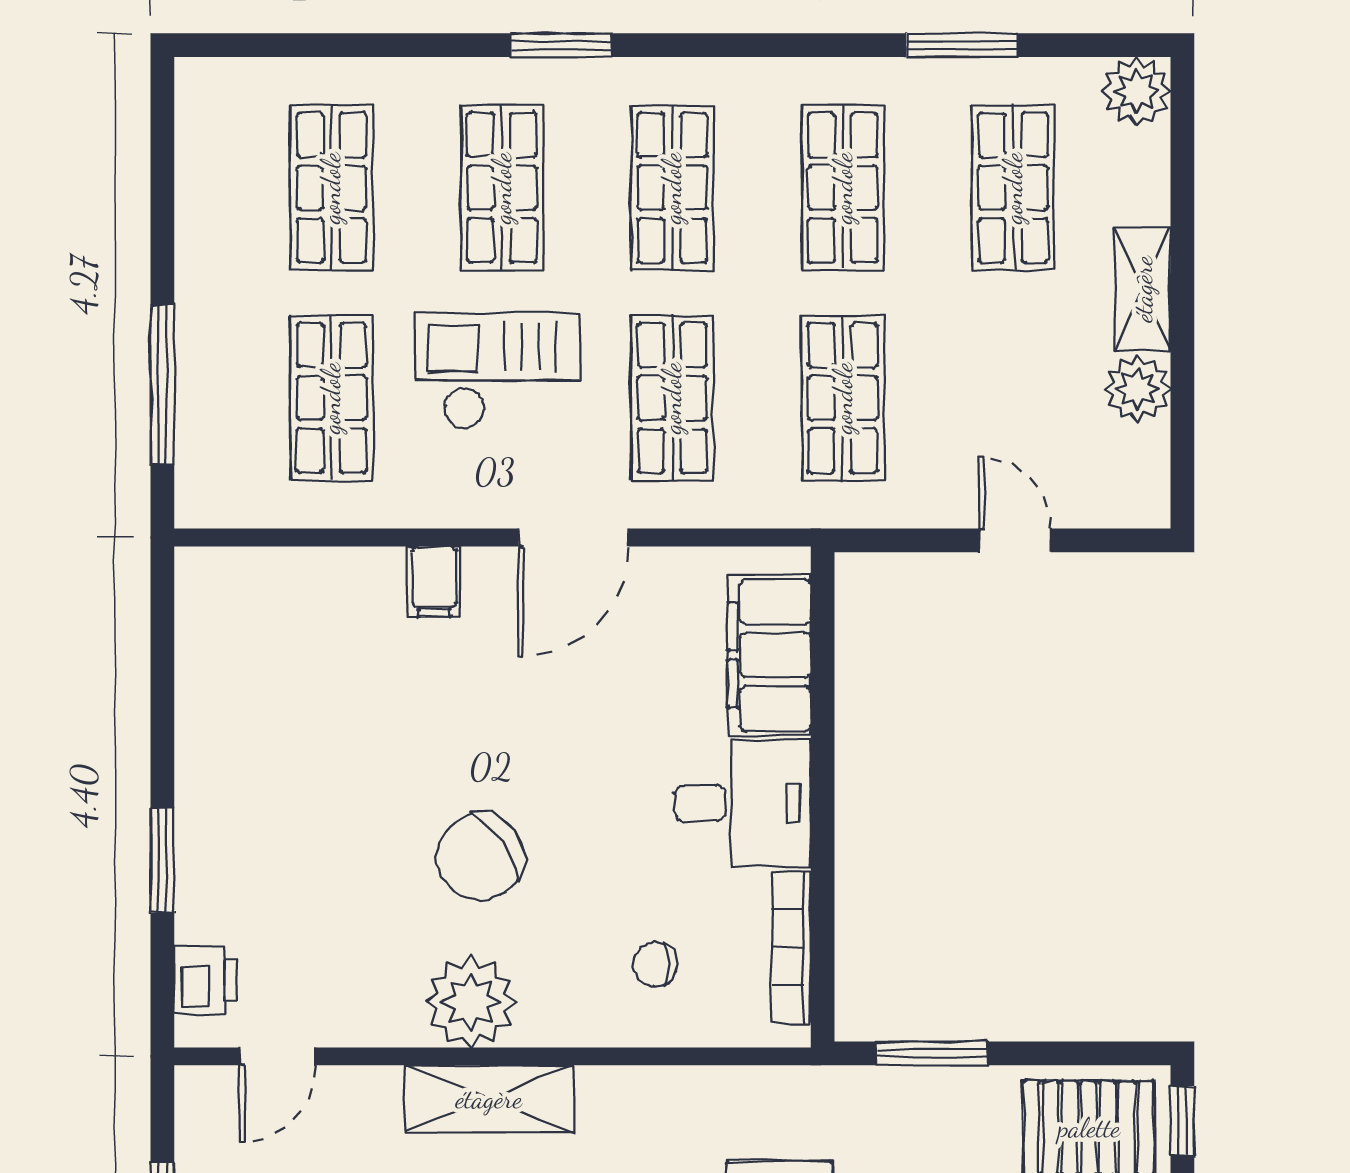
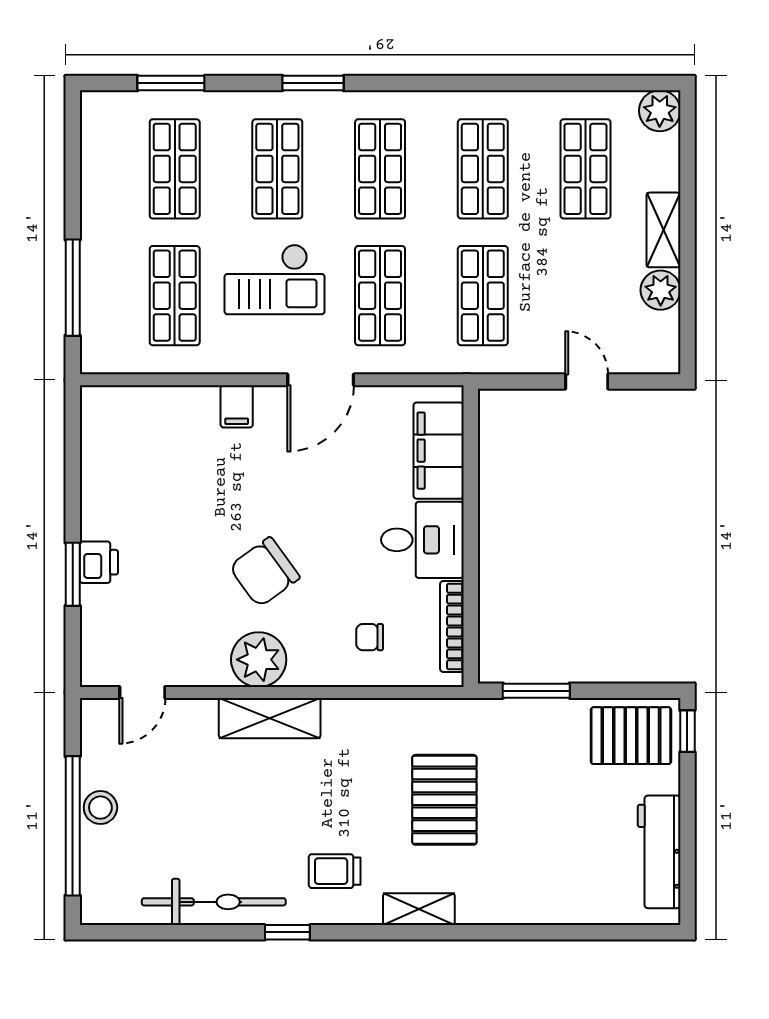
window: (962, 45) -> (171, 83), moved
checkout: (497, 371) -> (275, 279), turned 180
printer: (206, 980) -> (99, 562), moved

